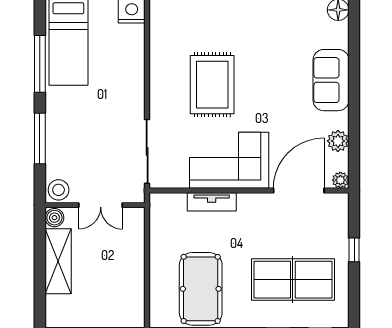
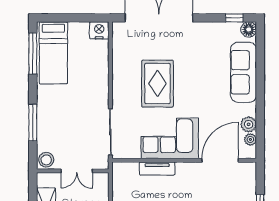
window: (40, 64) -> (33, 54), moved
sofa: (331, 80) -> (244, 72), width x1.36
plant: (340, 180) -> (250, 139), moved
boiler: (54, 218) -> (43, 180), removed

